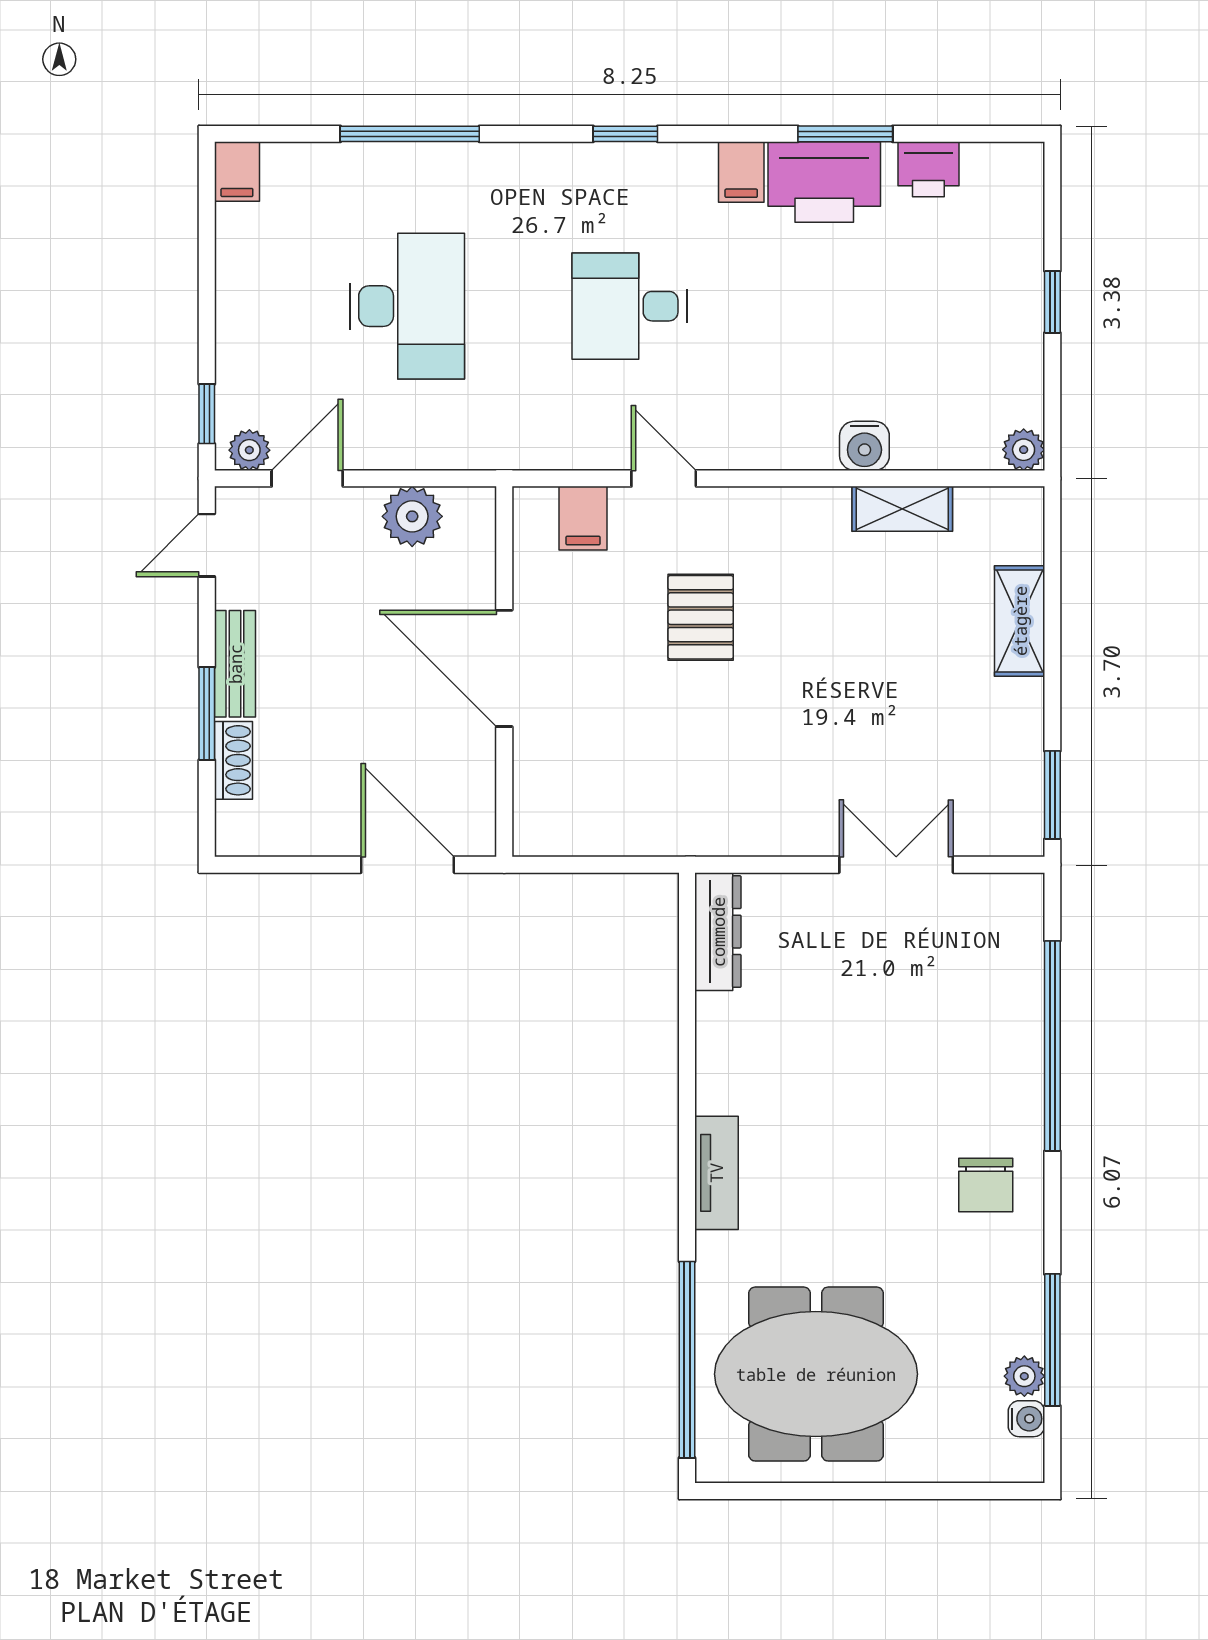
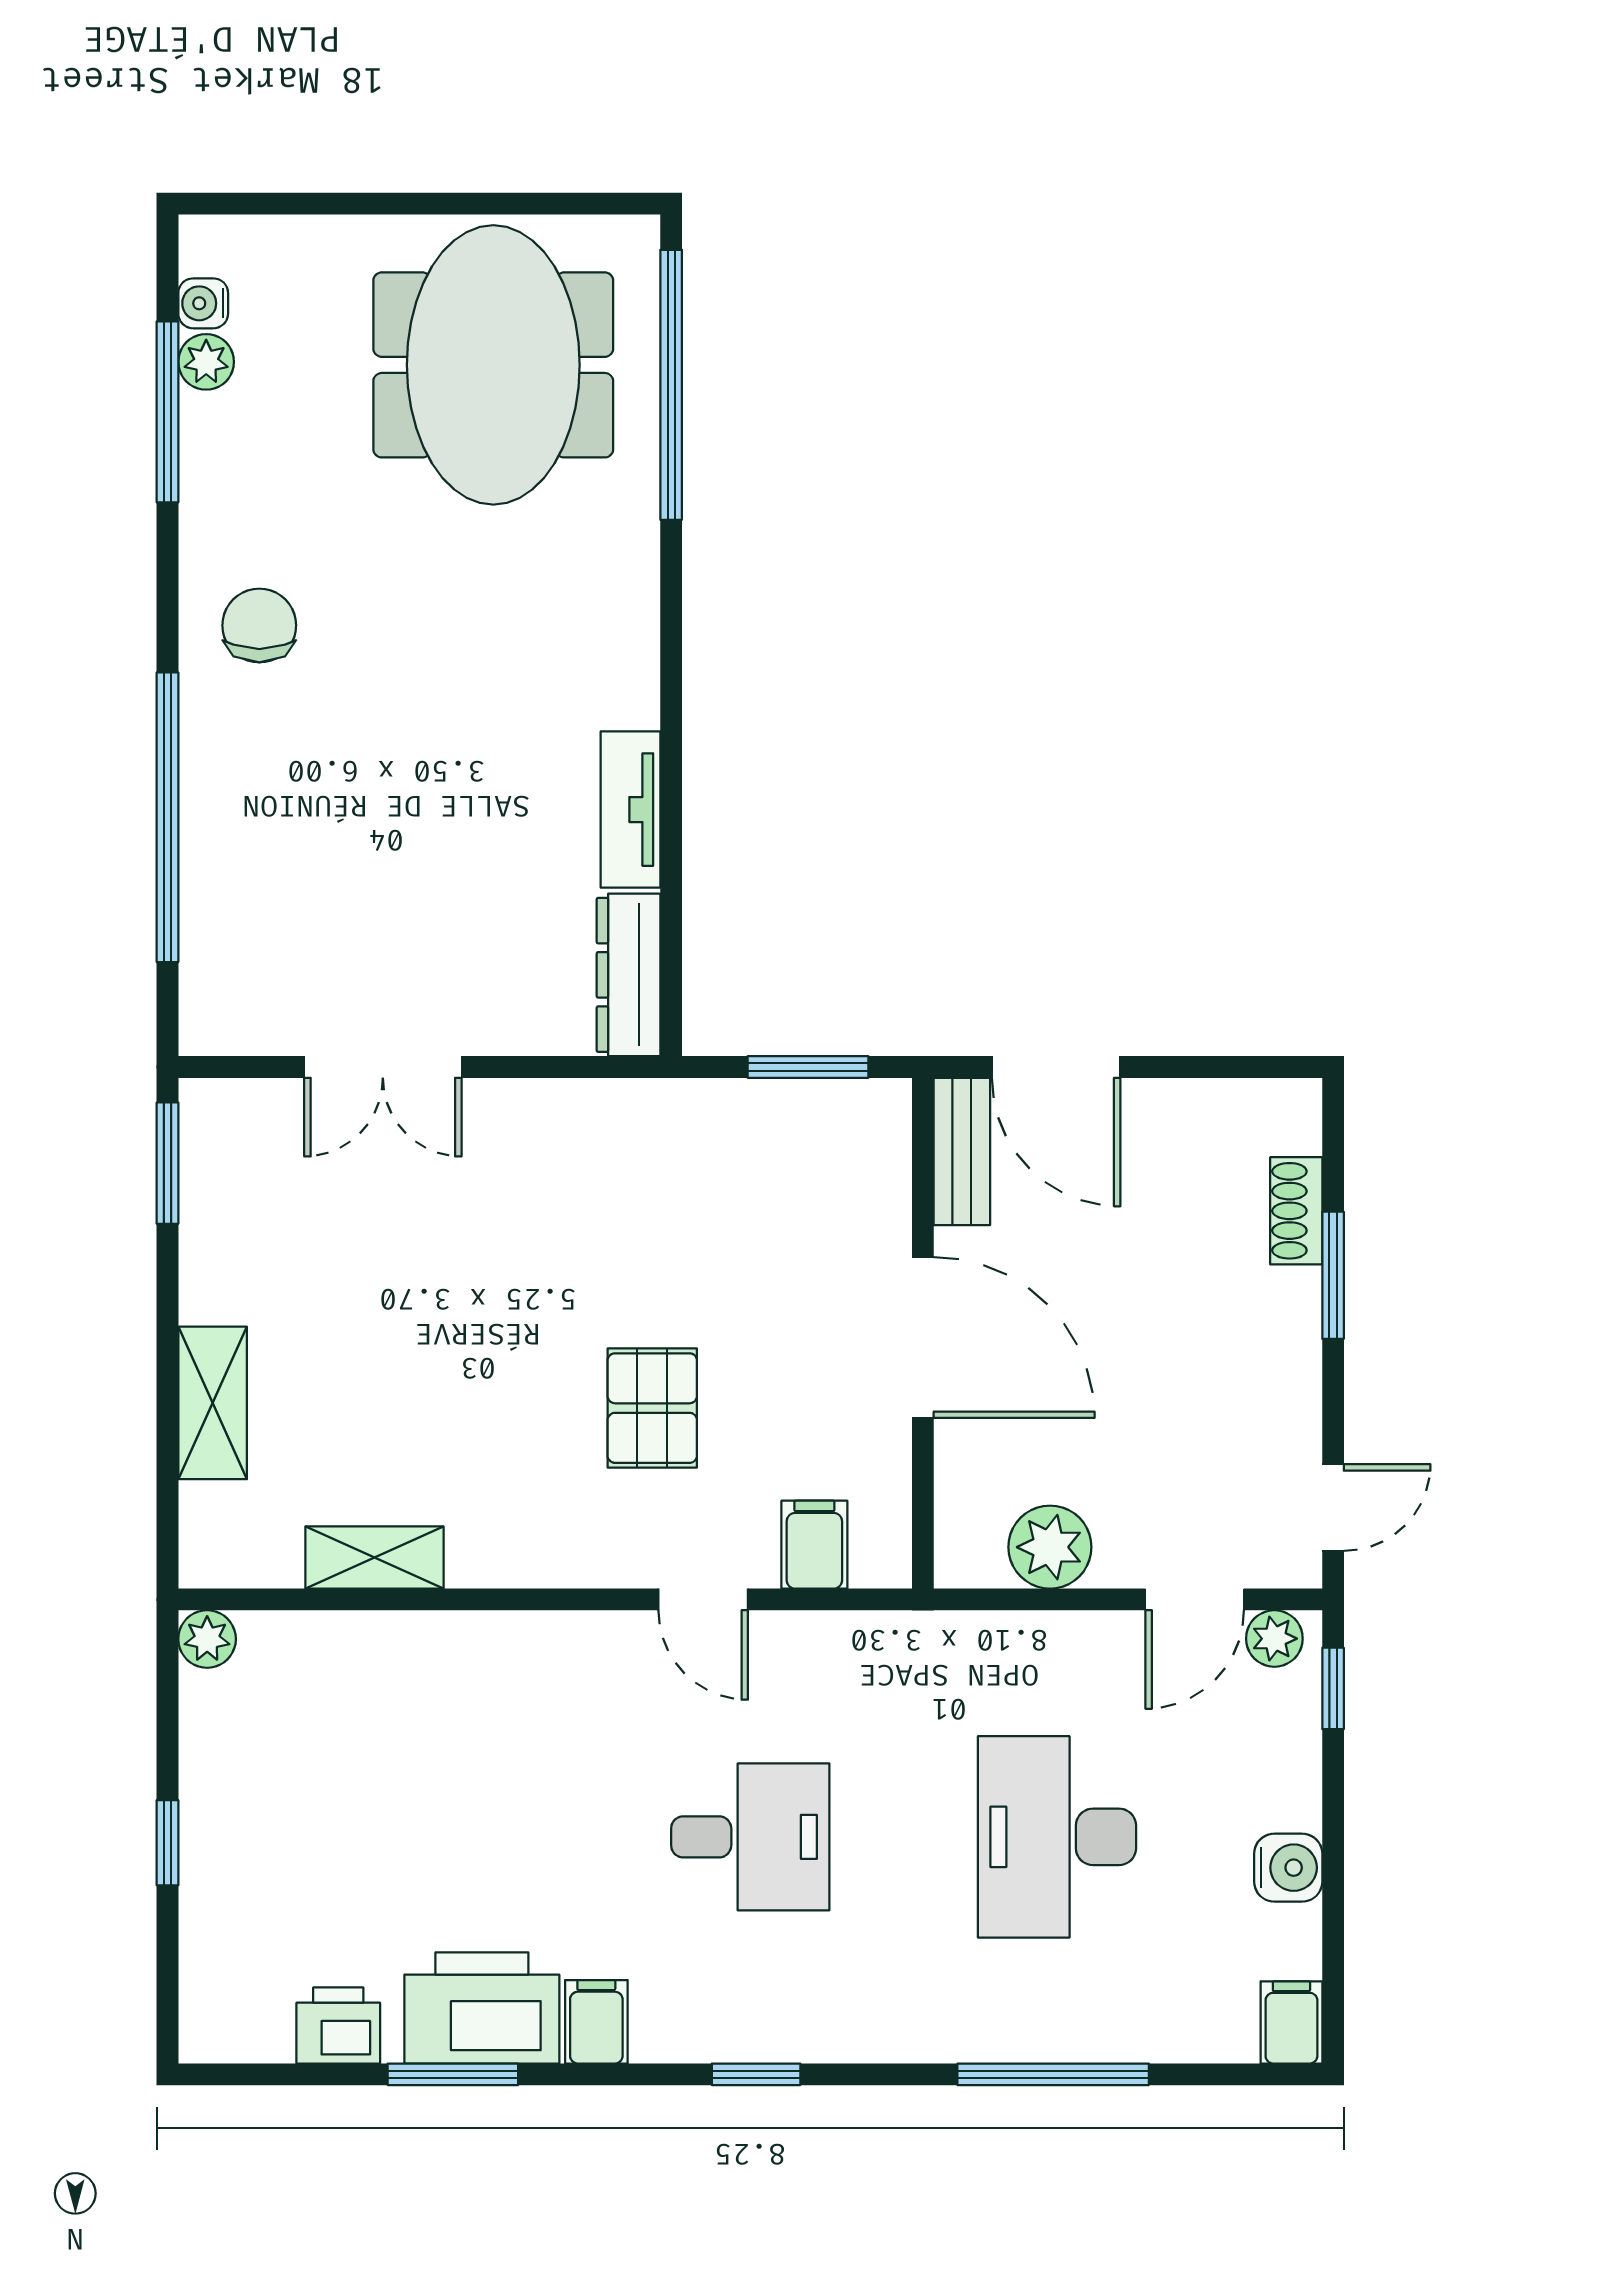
water cooler: (864, 446) -> (1288, 1868), moved, turned 90
bench: (235, 664) -> (962, 1151), moved
window: (588, 865) -> (808, 1067), added
tv unit: (716, 1173) -> (630, 810), moved
meeting table: (816, 1374) -> (493, 365), turned 90

